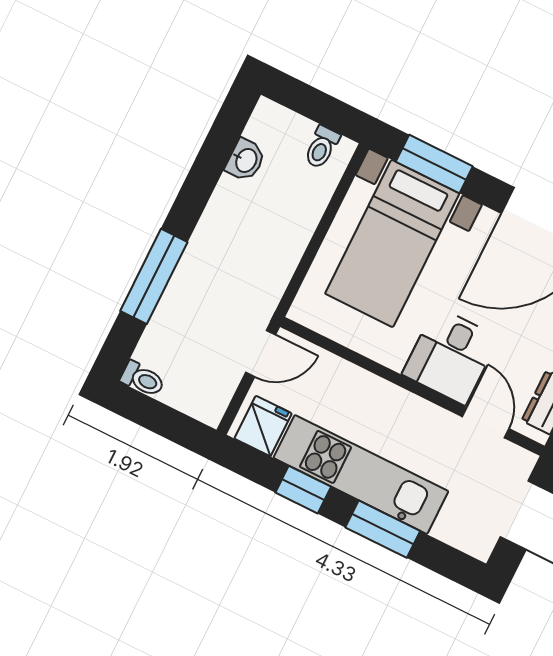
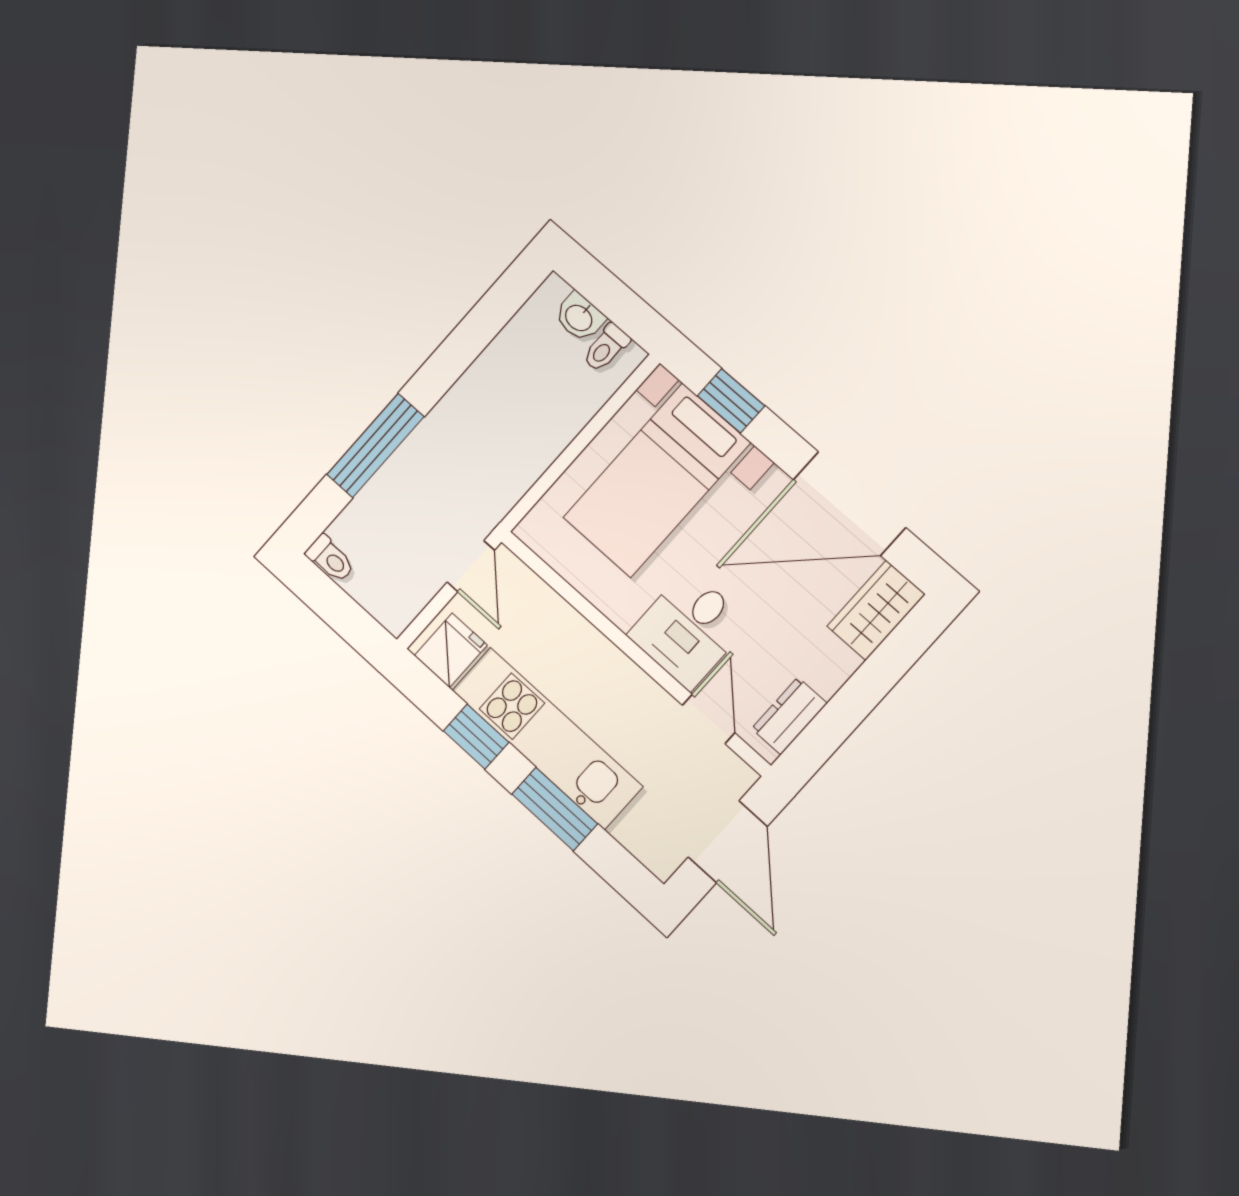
washbasin: (246, 160) -> (579, 317), moved, turned 90
window: (434, 164) -> (731, 401), width x0.67
door: (261, 354) -> (471, 566), hinge flipped

